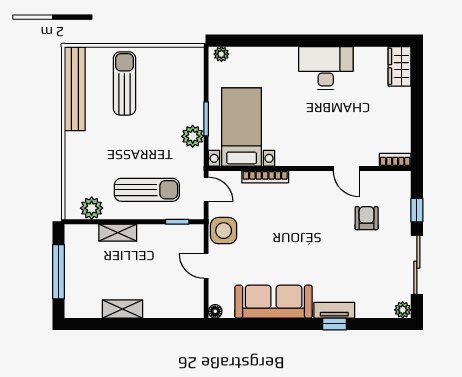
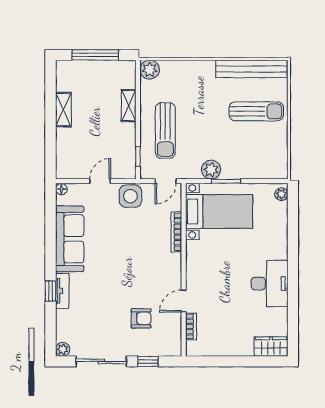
bookcase: (395, 160) -> (191, 327), moved
plant: (92, 208) -> (150, 70), moved

